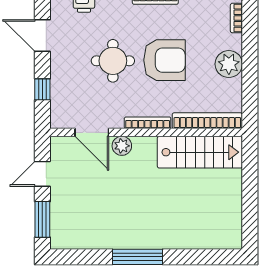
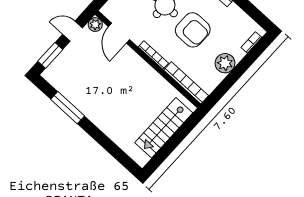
plant: (122, 146) -> (95, 25), moved
stairs: (200, 152) -> (164, 128), moved, turned 90
window: (138, 257) -> (68, 108), moved

